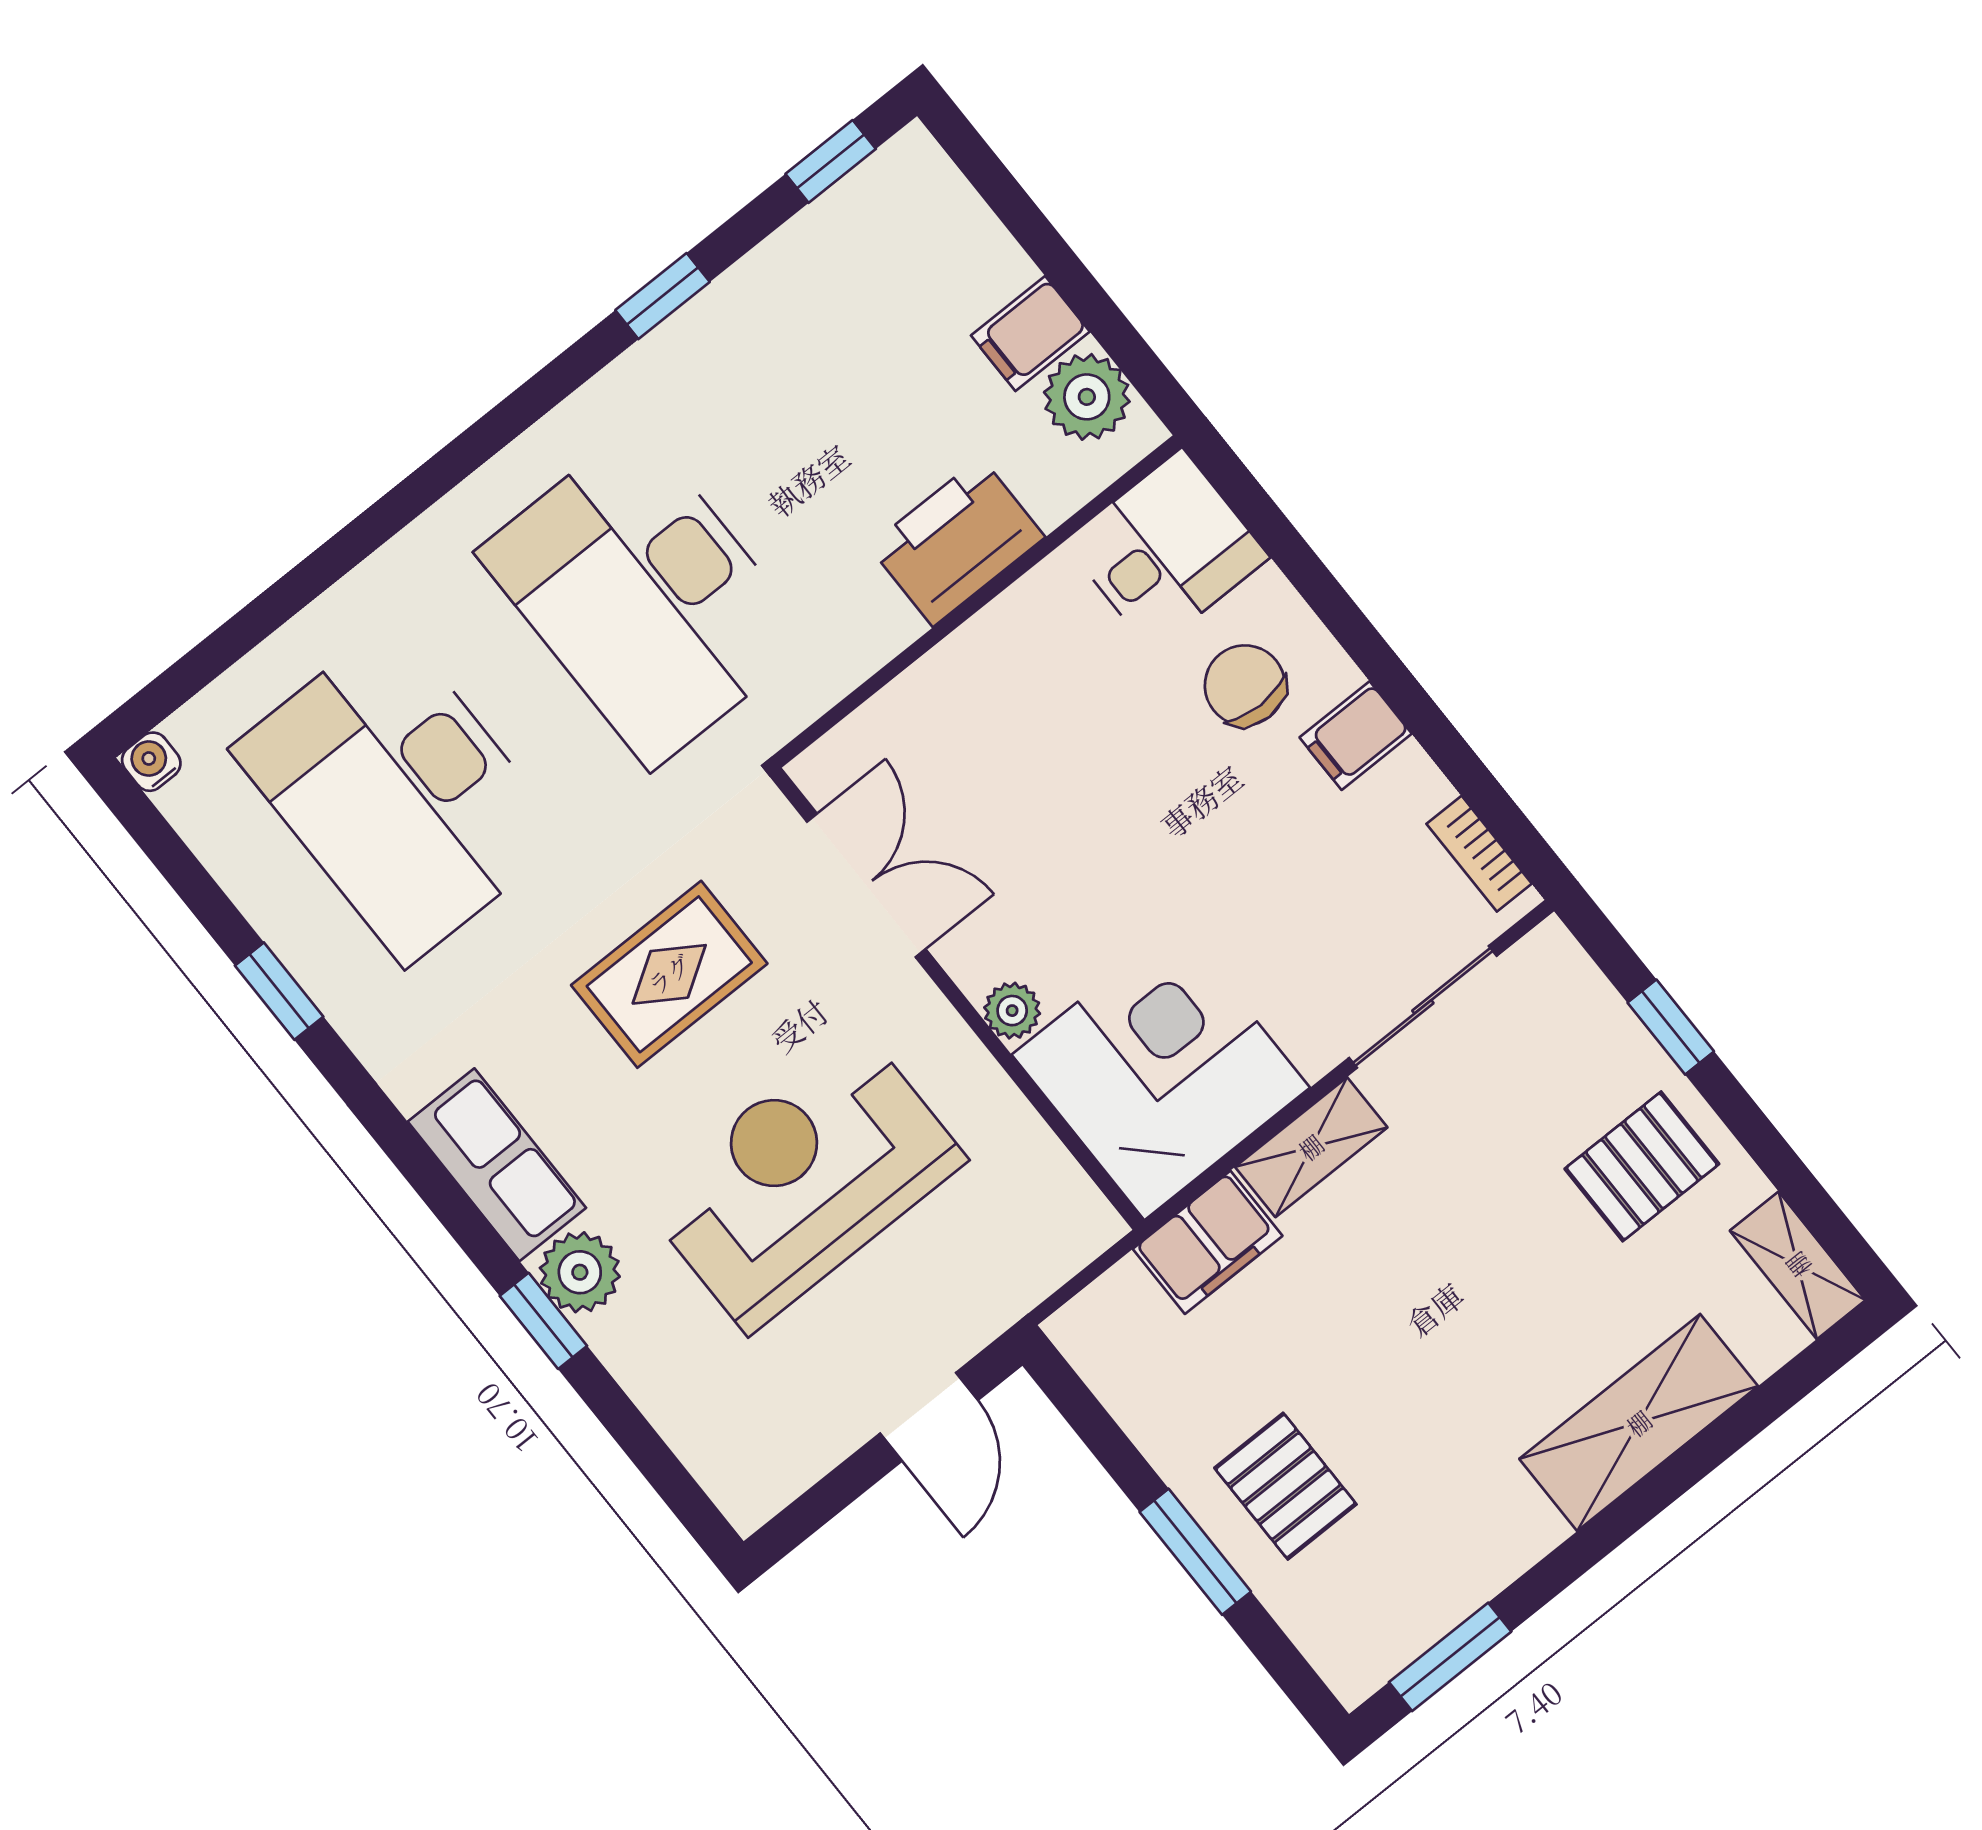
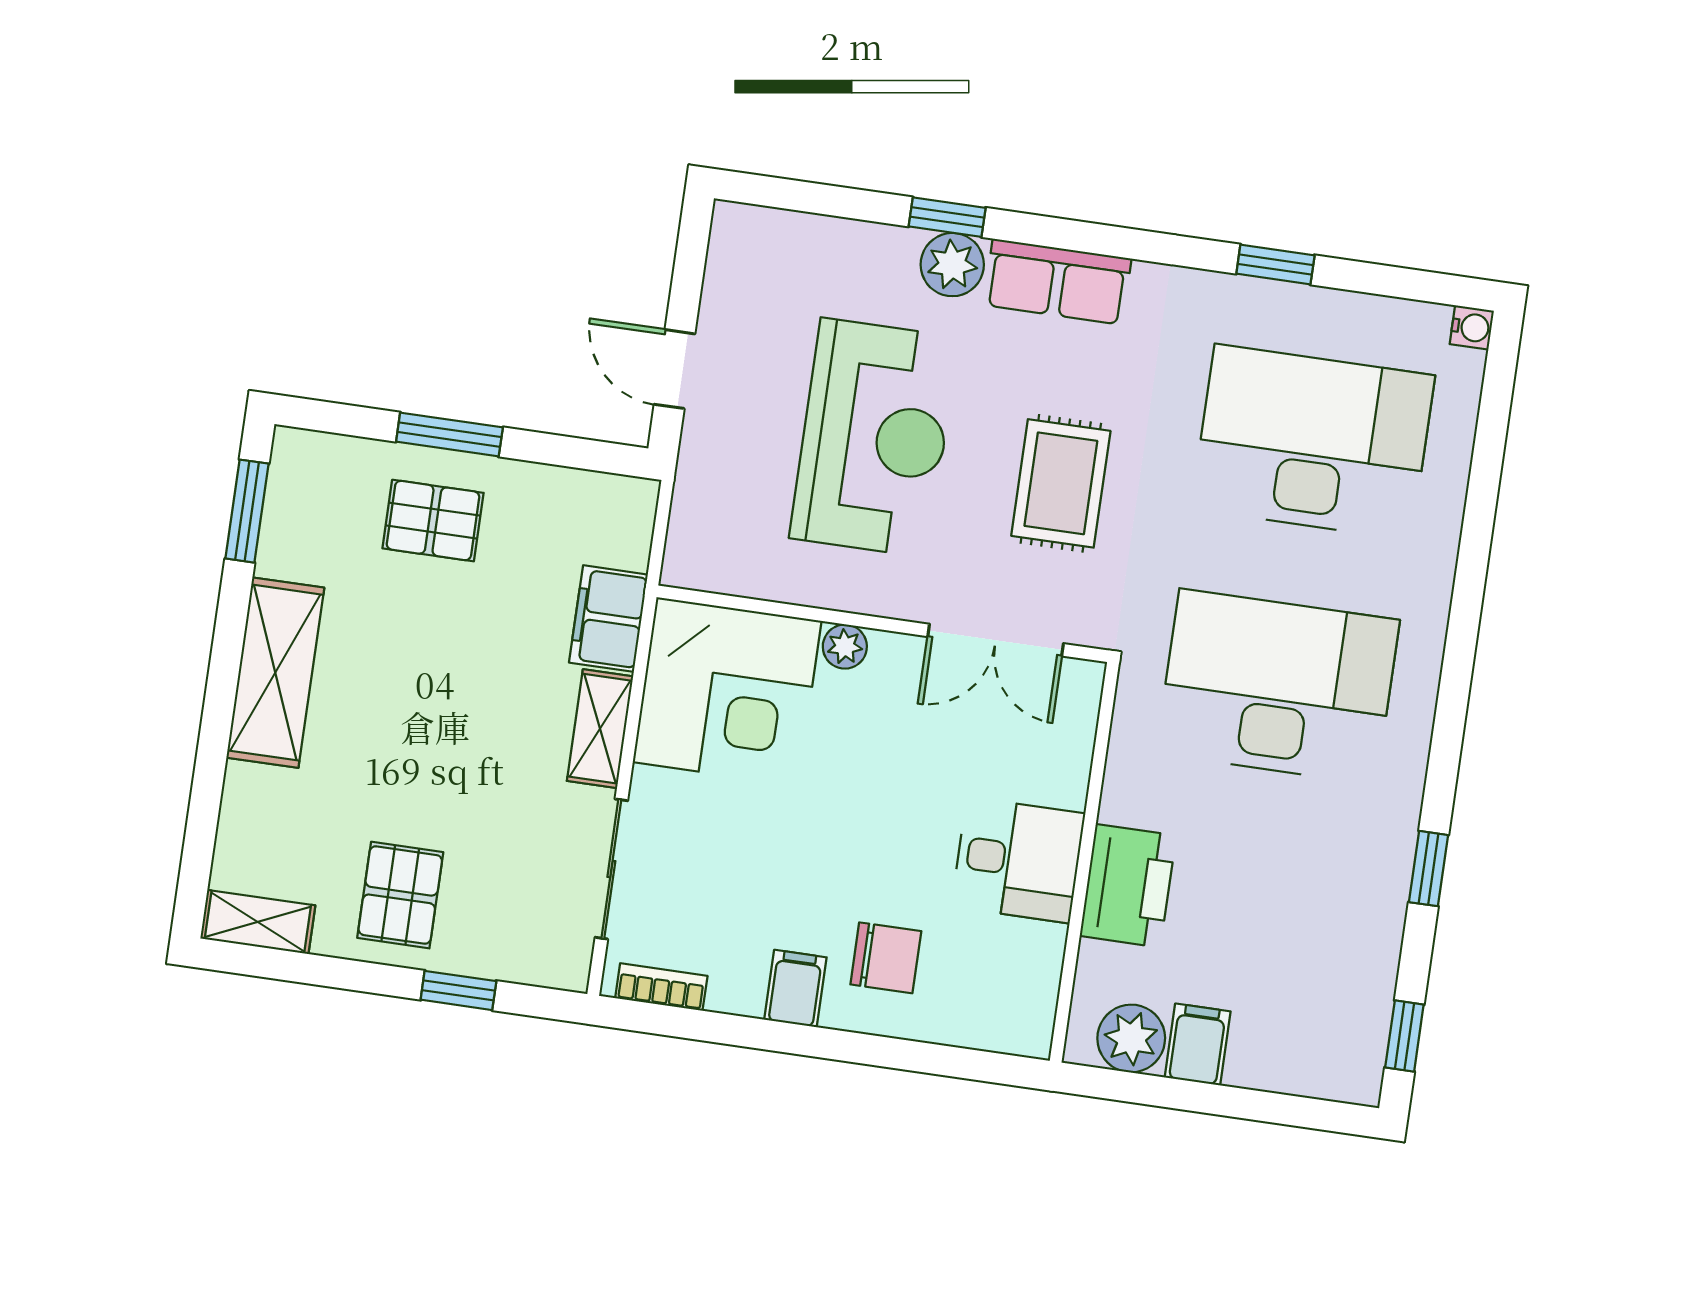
desk: (1167, 550) -> (1018, 860), moved, turned -90
shelving: (1639, 1423) -> (275, 673), moved

